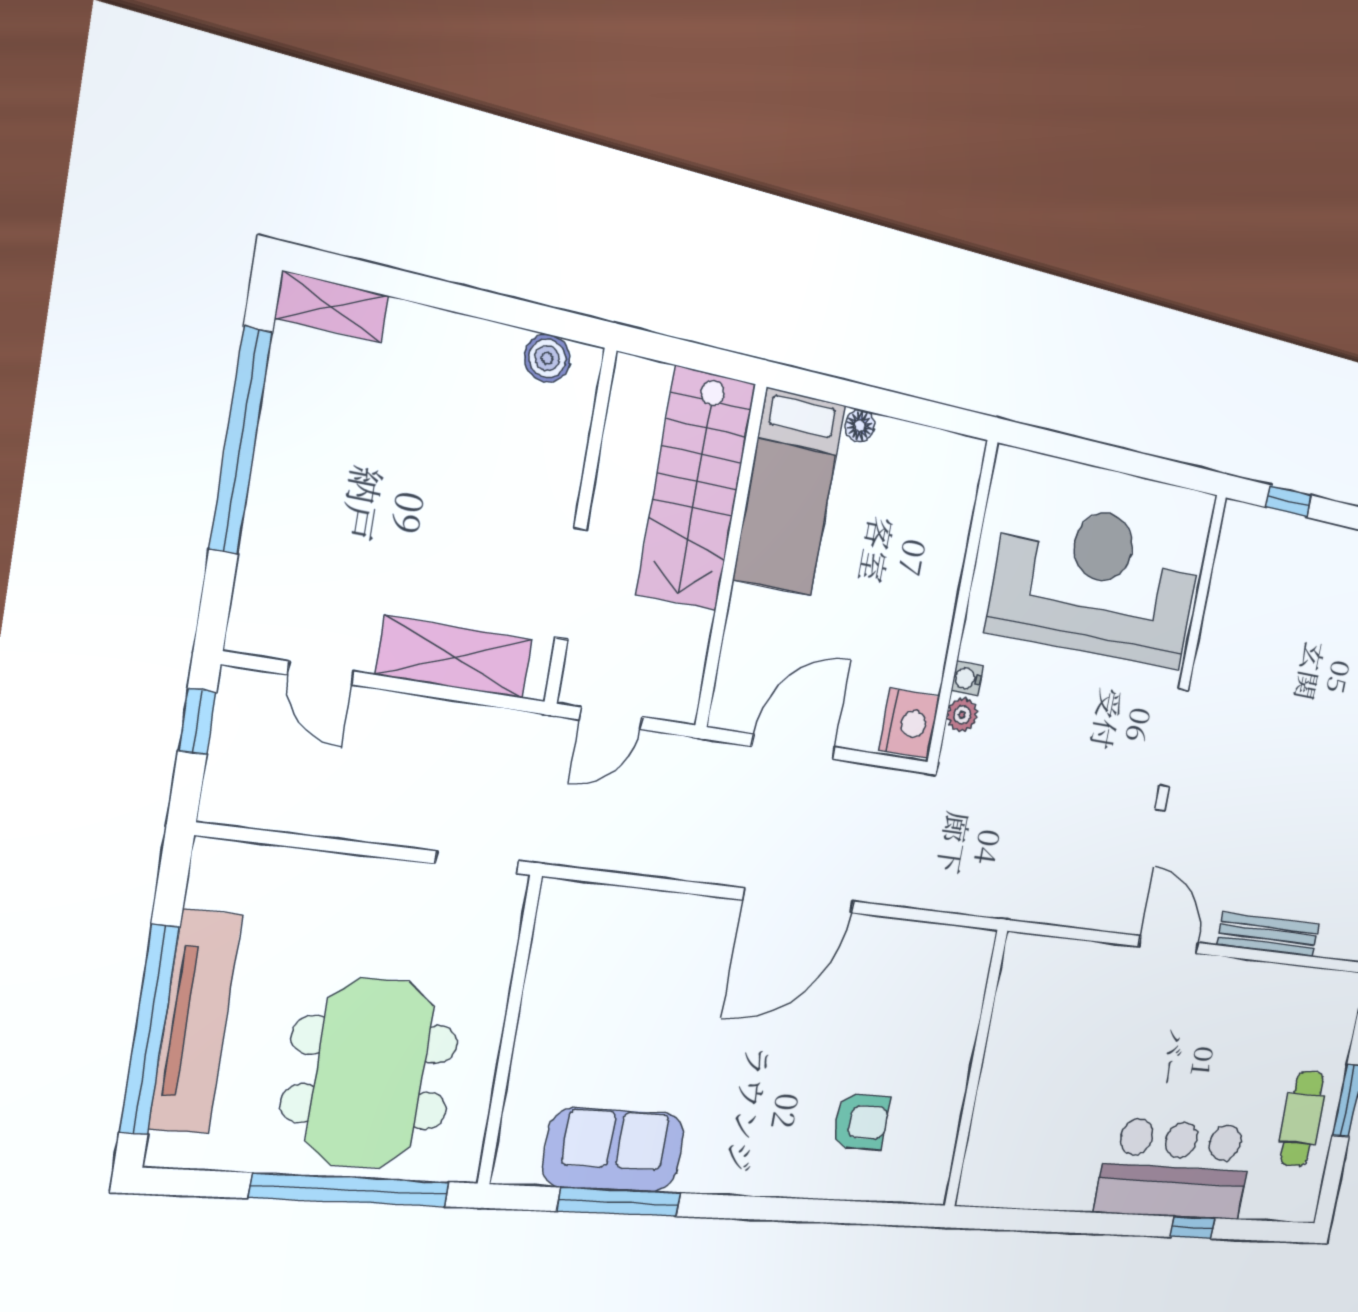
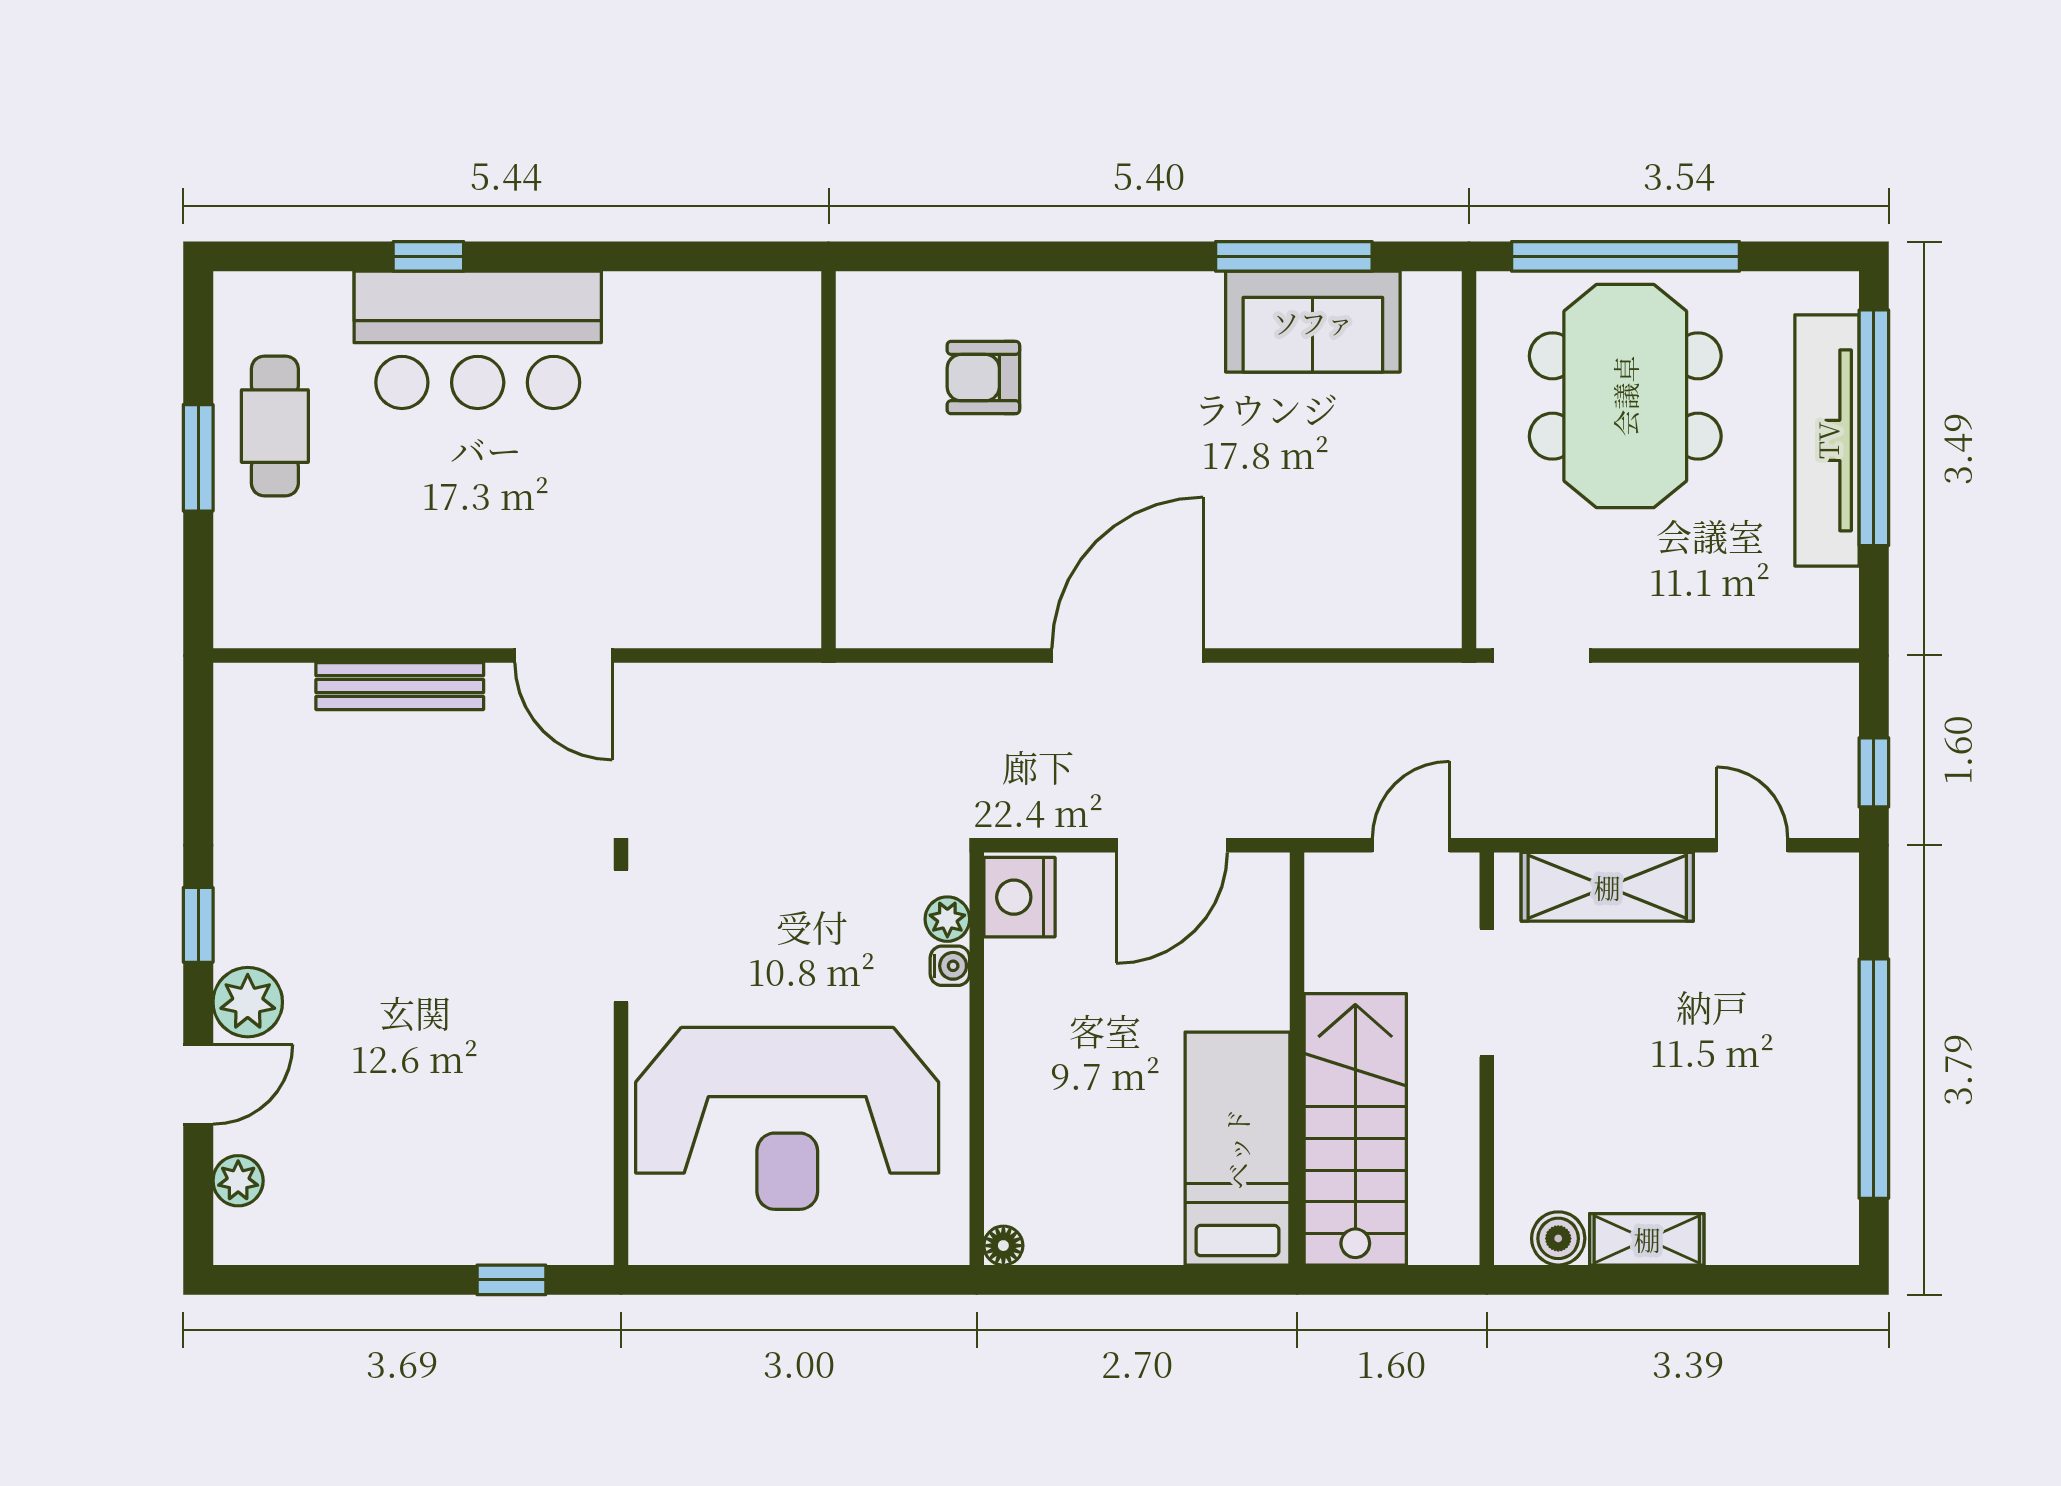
shelving: (332, 307) -> (1647, 1239), moved
floor lamp: (860, 426) -> (1003, 1246), moved

